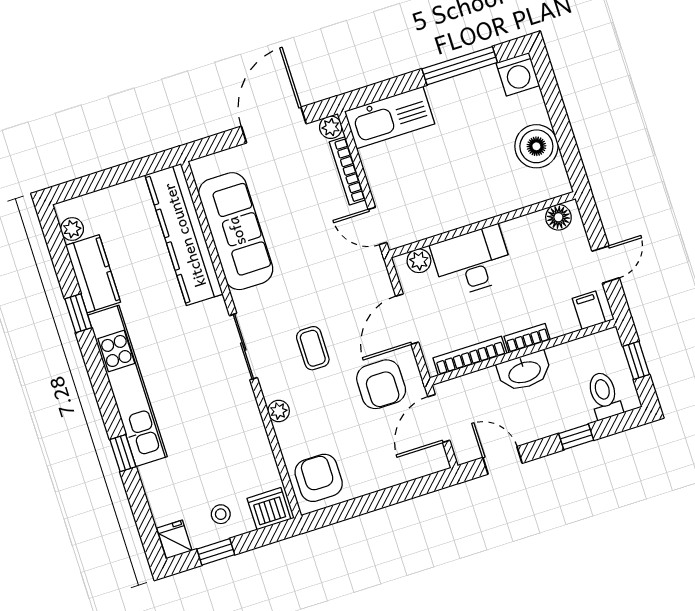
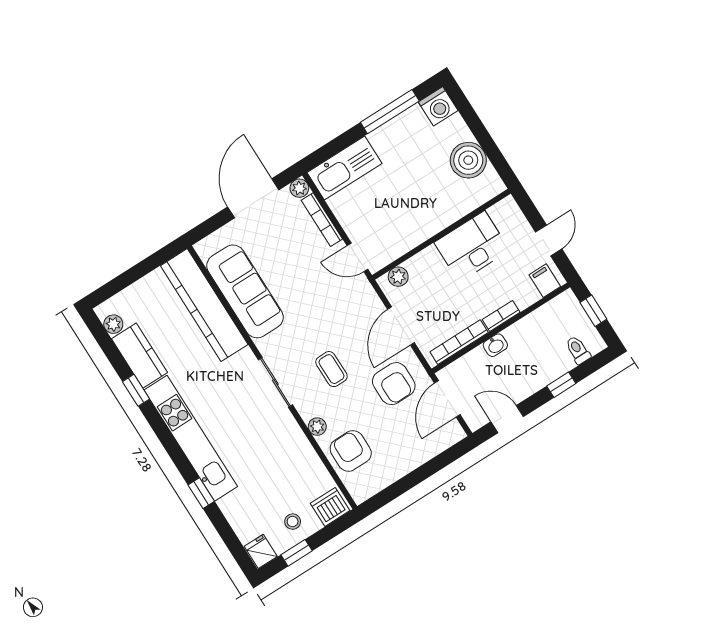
floor lamp: (558, 217) -> (501, 212), removed
desk: (472, 261) -> (472, 246), moved
washbasin: (524, 371) -> (495, 345), width x0.52, depth x0.69
toilet: (604, 395) -> (578, 350), width x0.73, depth x0.72
armchair: (319, 478) -> (351, 451), moved

